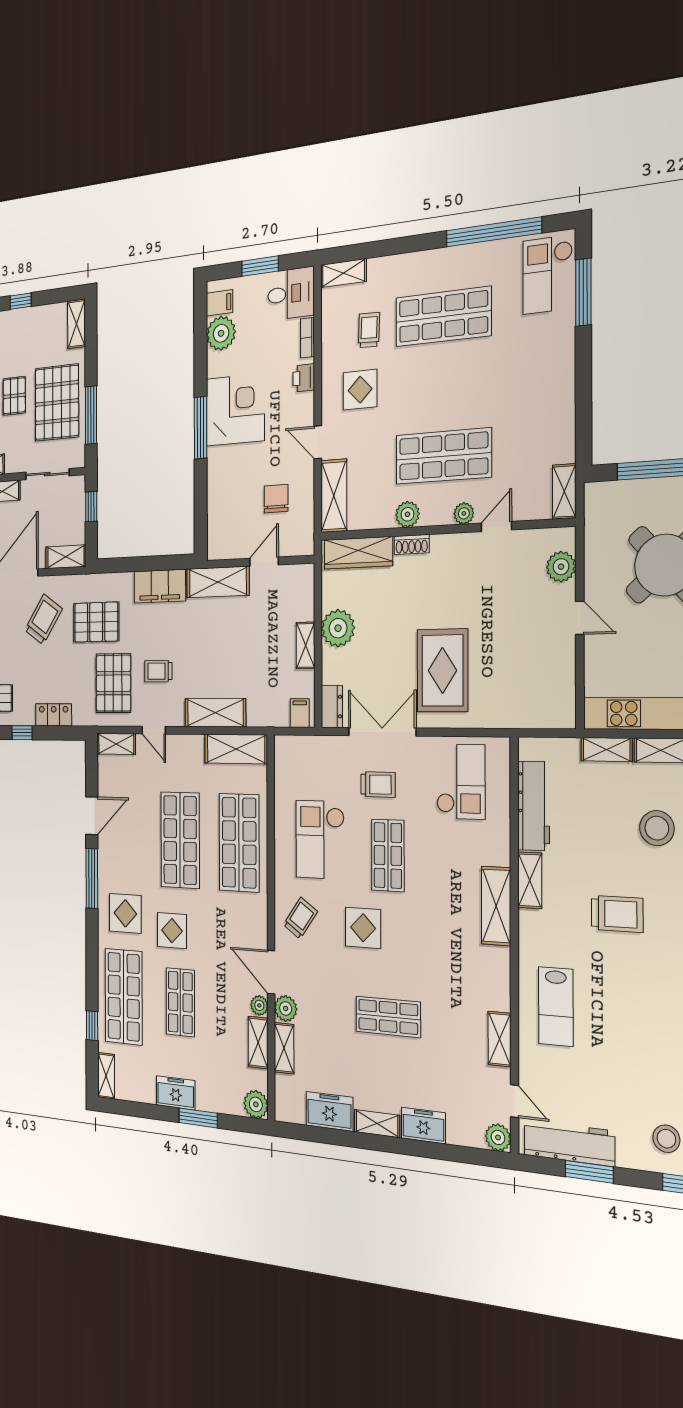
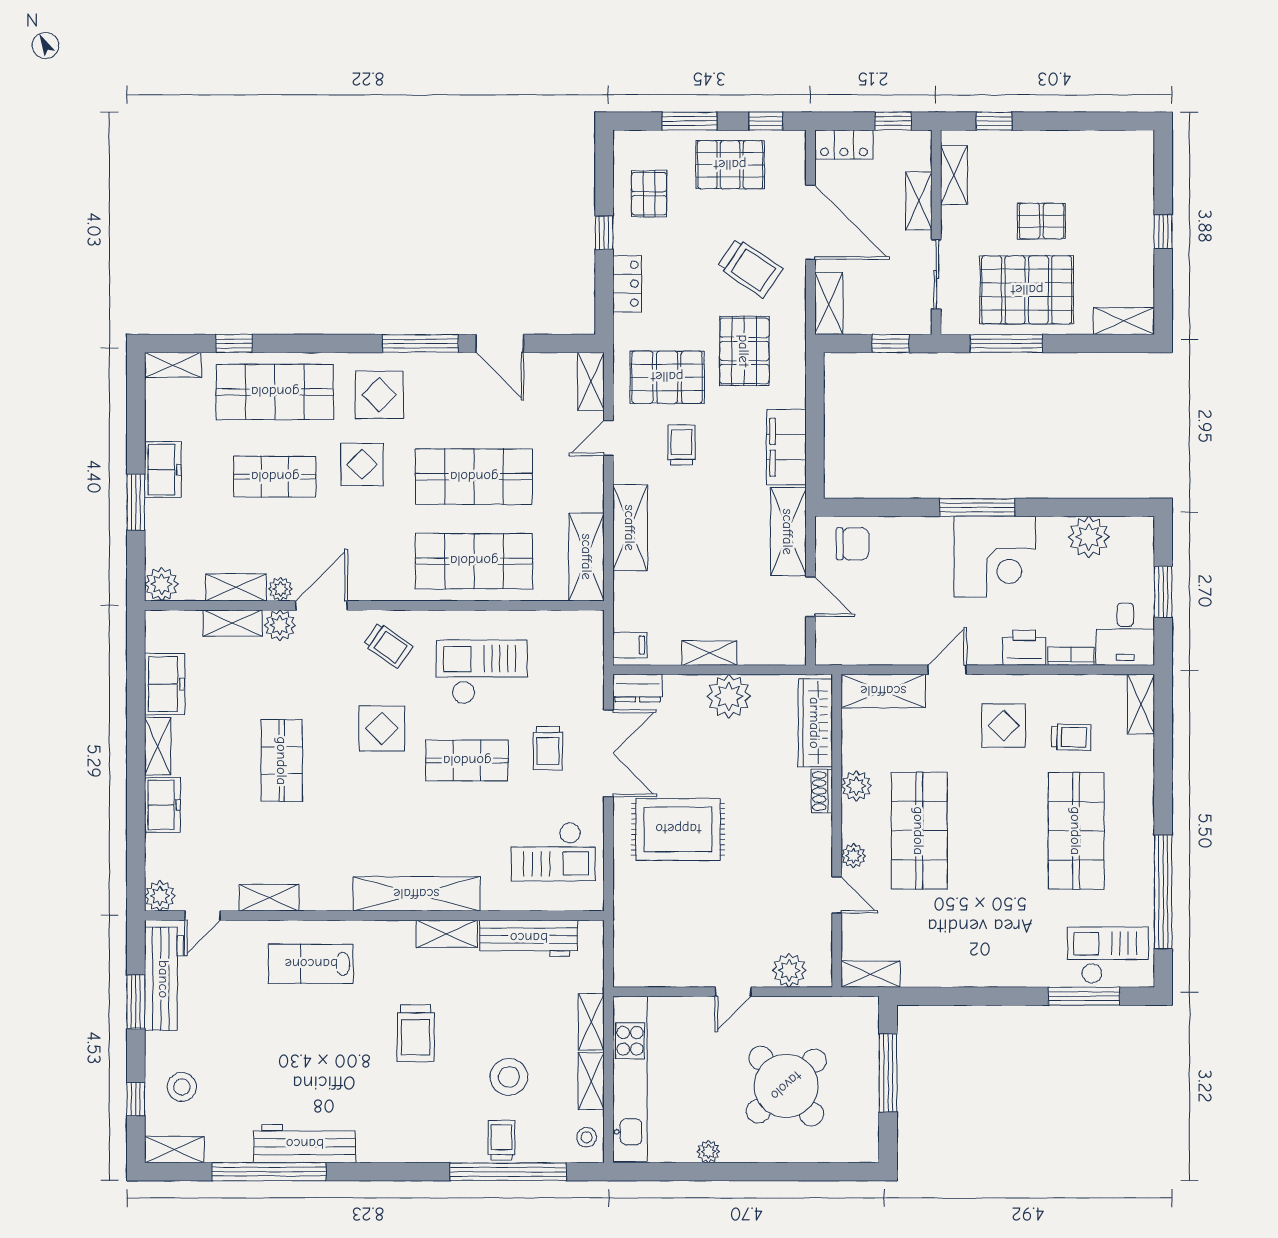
filing cabinet: (220, 303) -> (1126, 535), removed
printer: (304, 378) -> (1024, 648), width x1.36, depth x1.24
chair: (276, 499) -> (853, 544), moved
shelving: (496, 906) -> (416, 894), width x1.47

